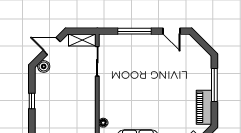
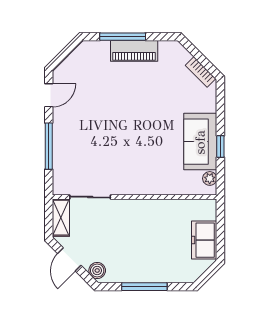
window: (32, 101) -> (144, 287), width x2.17
piano: (204, 107) -> (134, 51), moved
floor lamp: (103, 123) -> (174, 189), removed

